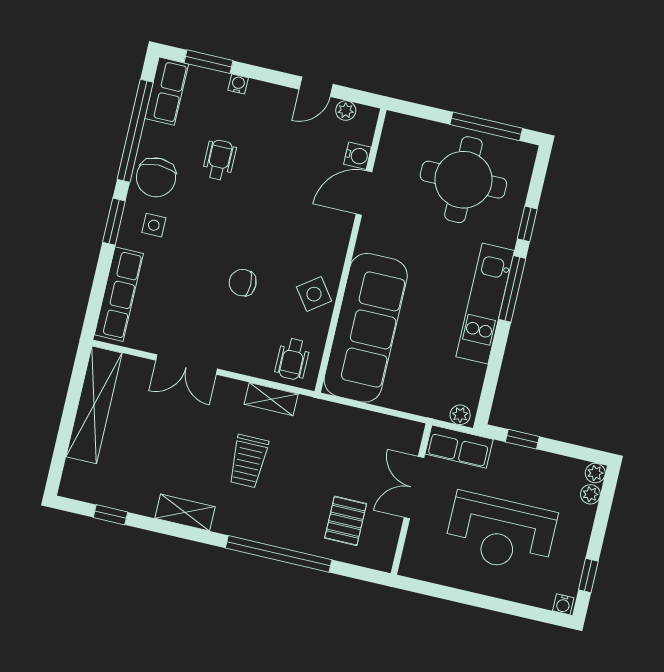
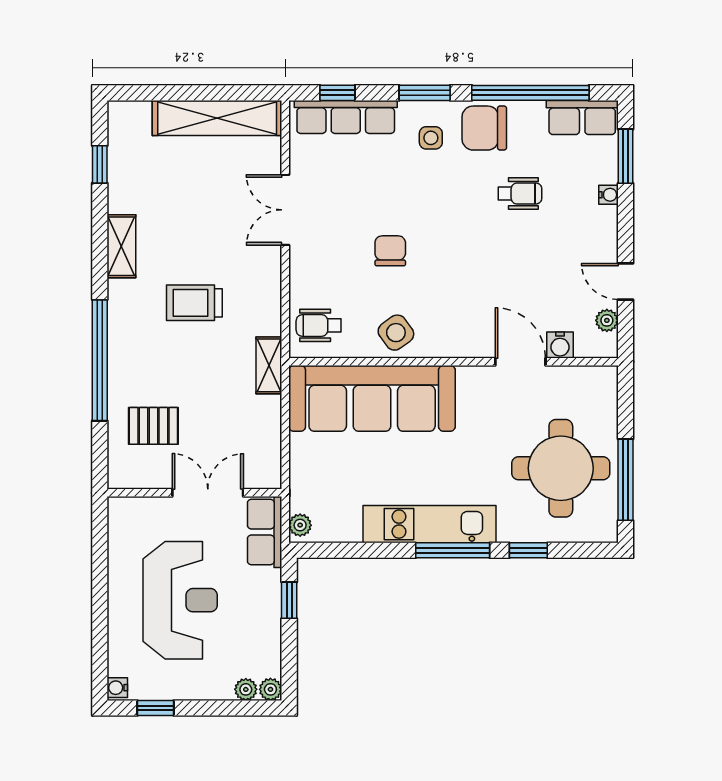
window: (97, 297) -> (337, 93), added
shelving: (271, 399) -> (269, 365), moved
reception desk: (501, 533) -> (180, 600), turned 180

